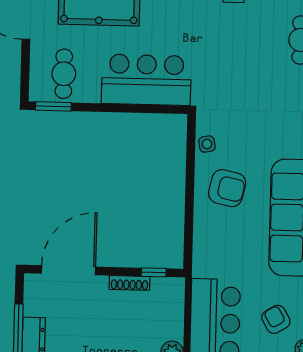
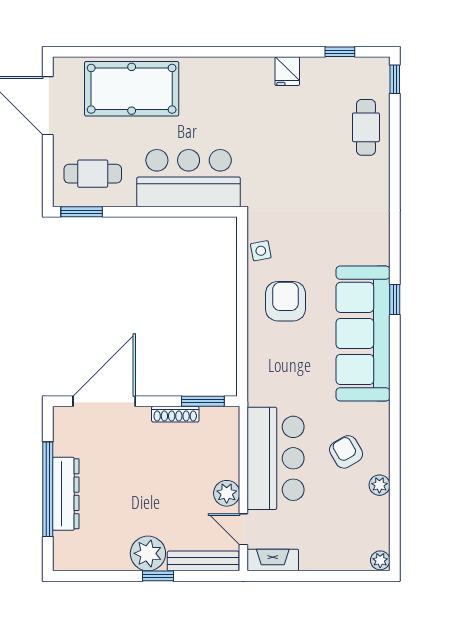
cafe table: (64, 74) -> (93, 174), turned 90
armchair: (227, 188) -> (285, 301), turned -102
window: (154, 272) -> (203, 401), width x1.50

